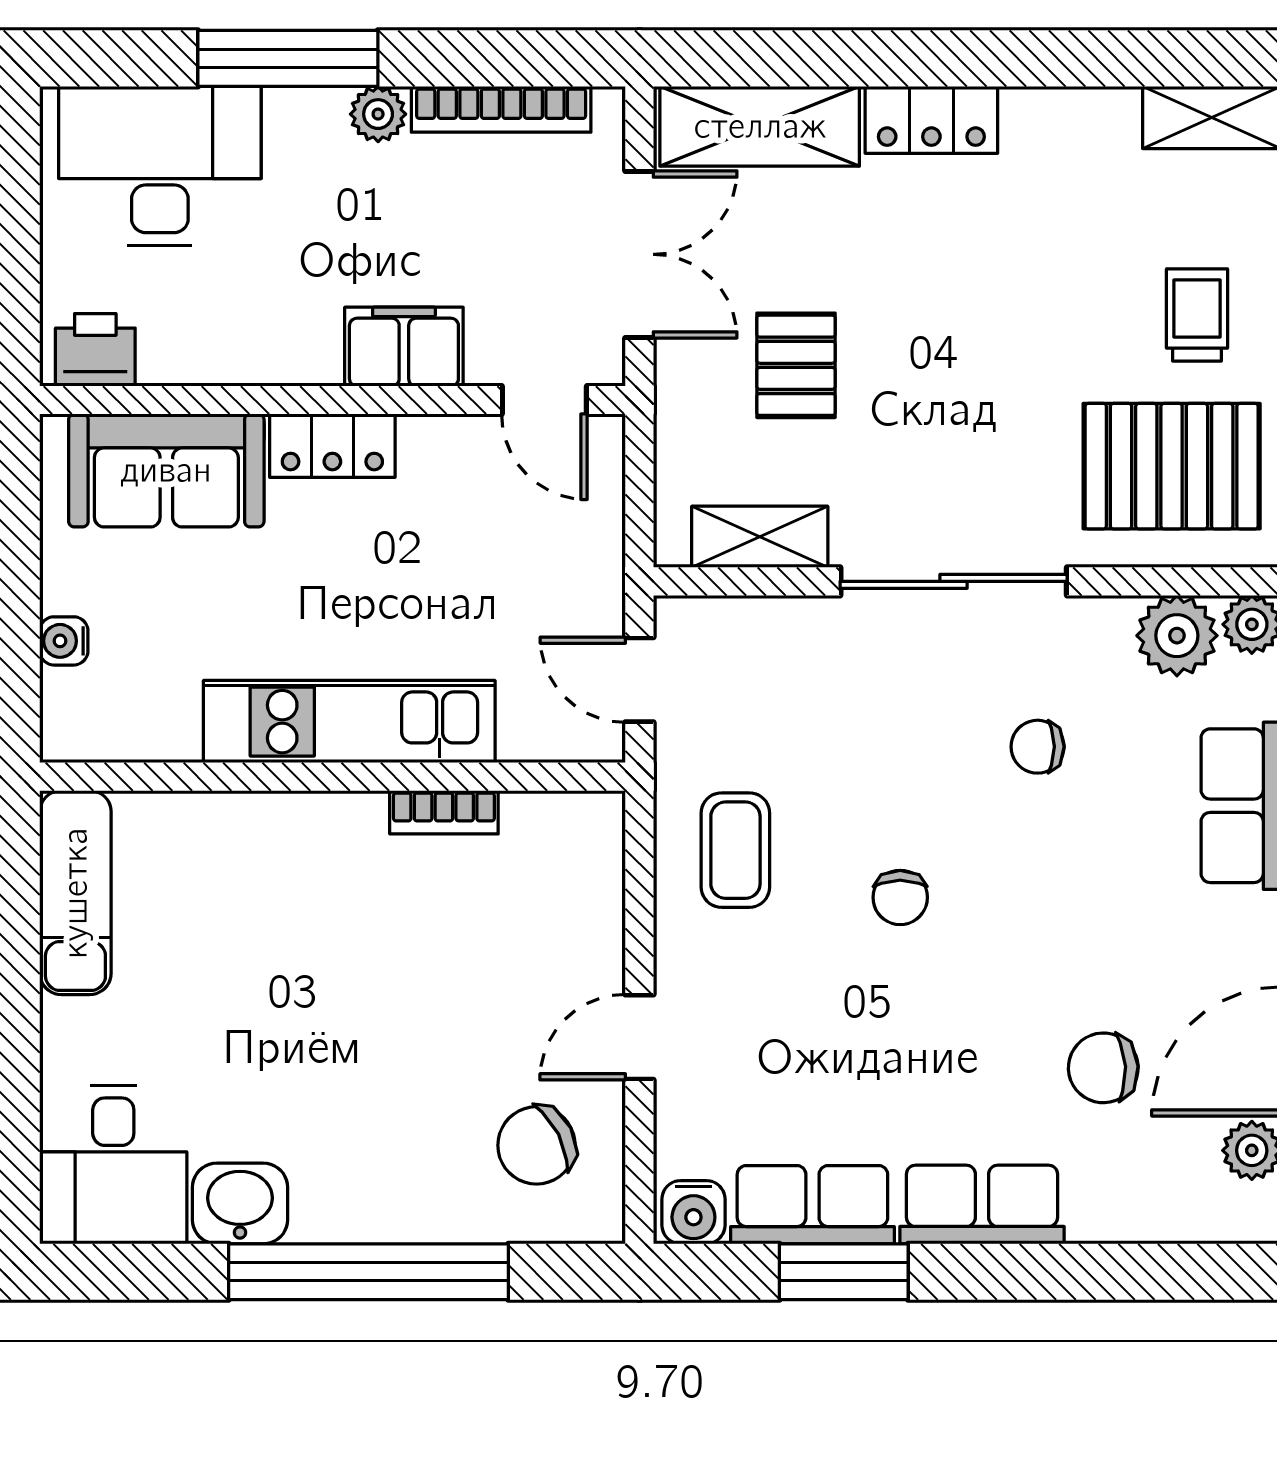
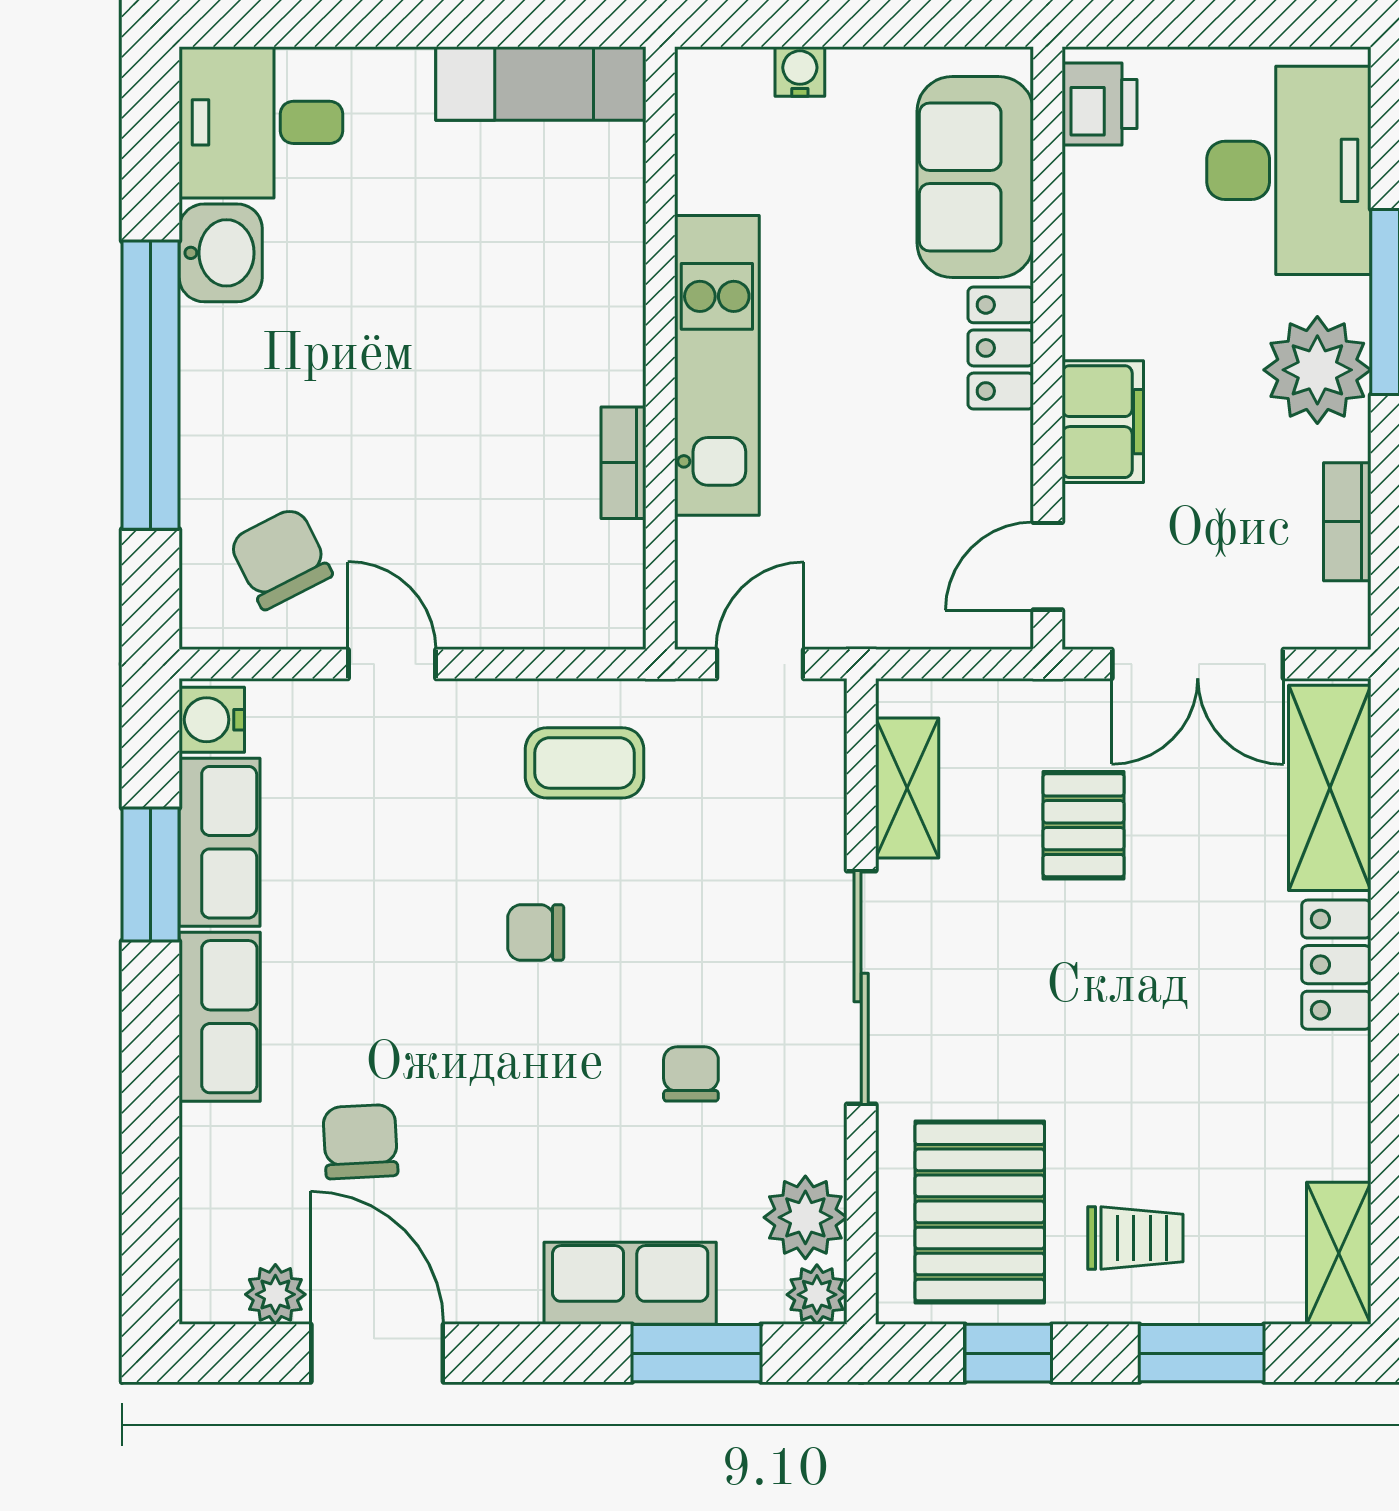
bookcase: (501, 109) -> (1347, 522), width x0.64
plant: (378, 114) -> (1317, 370), width x1.88, depth x1.88
pallet: (796, 365) -> (1084, 825), turned 90

